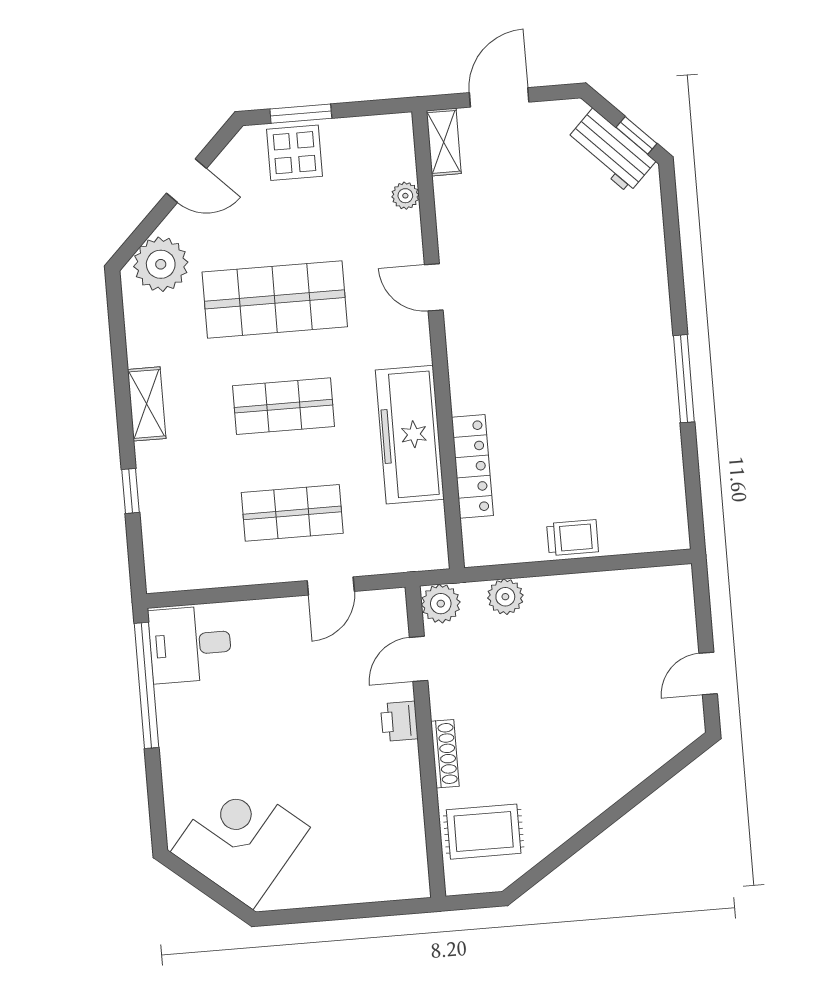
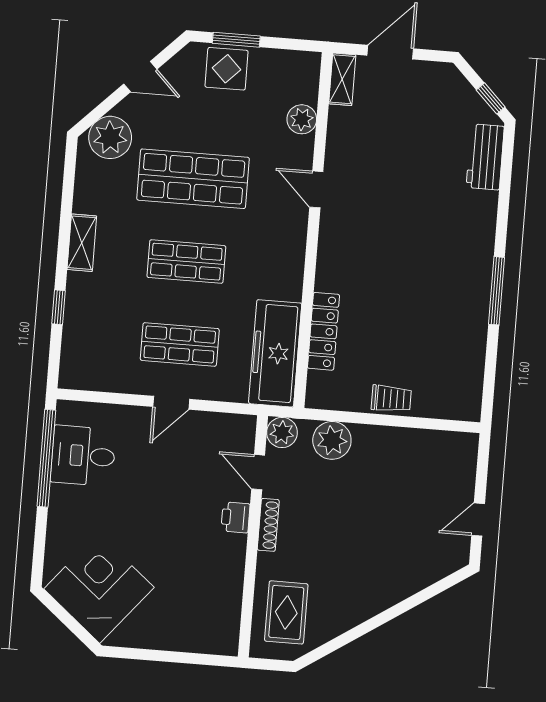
workbench: (611, 151) -> (485, 157), moved, turned 45
plant: (405, 196) -> (302, 119), width x1.38, depth x1.38
freezer: (410, 435) -> (275, 353), moved
door: (331, 586) -> (171, 403), moved
plant: (505, 597) -> (332, 440), width x1.36, depth x1.36
desk: (190, 644) -> (83, 456), moved
door: (419, 659) -> (258, 472), hinge flipped
shoe rack: (445, 754) -> (268, 525), moved
rug: (484, 832) -> (286, 612), turned 90

